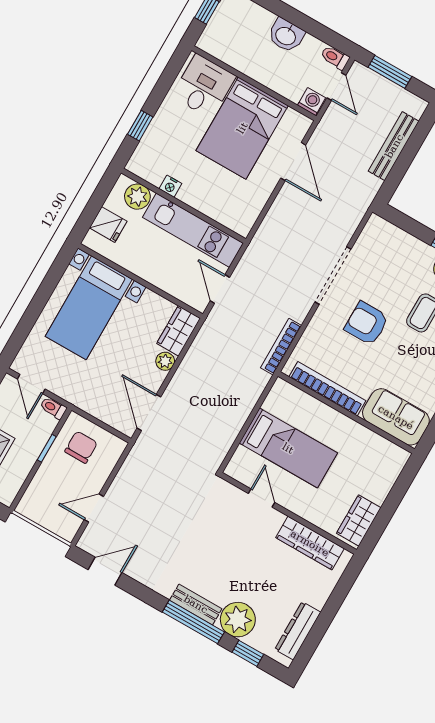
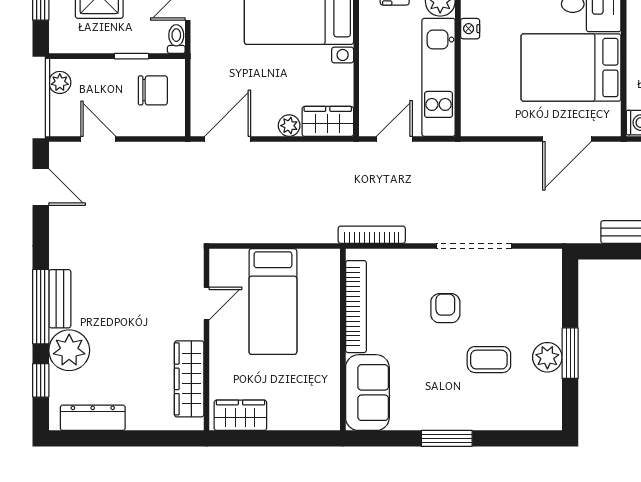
armchair: (367, 323) -> (445, 308), width x0.72, depth x0.72
plant: (36, 513) -> (60, 82), added

